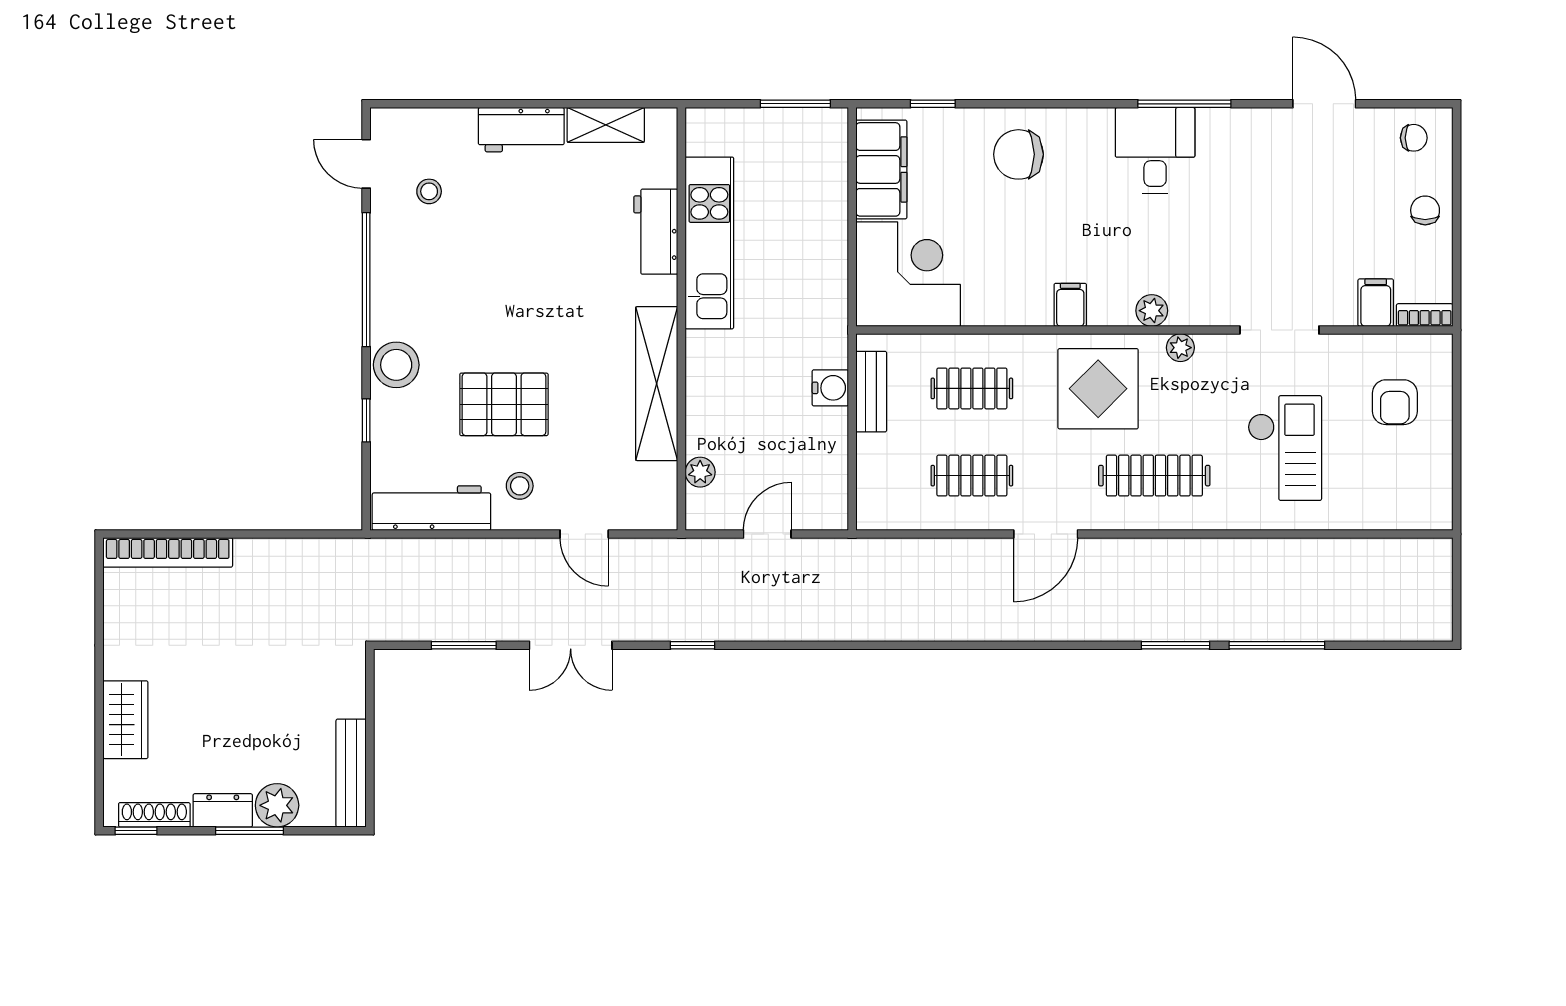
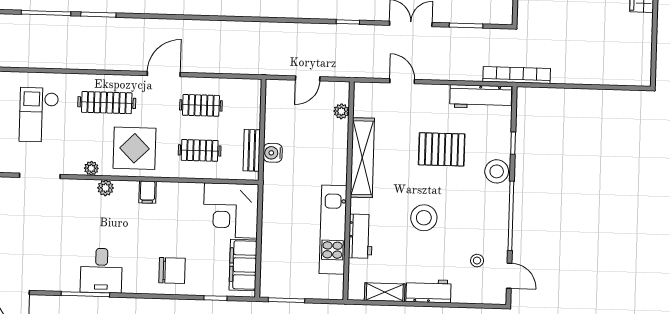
stool: (520, 486) -> (424, 218), moved, width x1.89, depth x1.89
bookcase: (168, 552) -> (517, 75), moved

